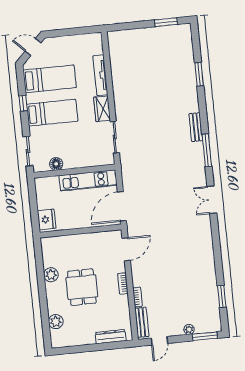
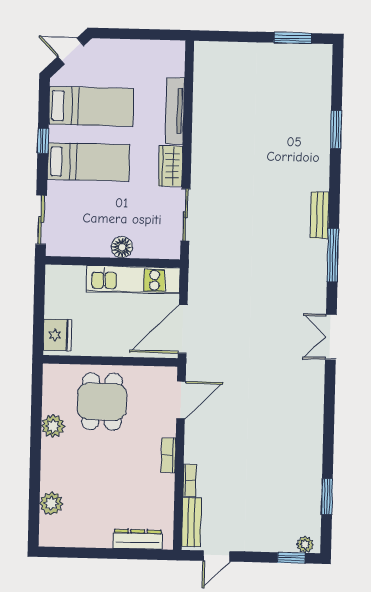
floor lamp: (56, 164) -> (122, 247), moved
dining table: (82, 287) -> (102, 402), moved
plant: (189, 329) -> (305, 545), moved
window: (205, 336) -> (291, 558), width x0.67

